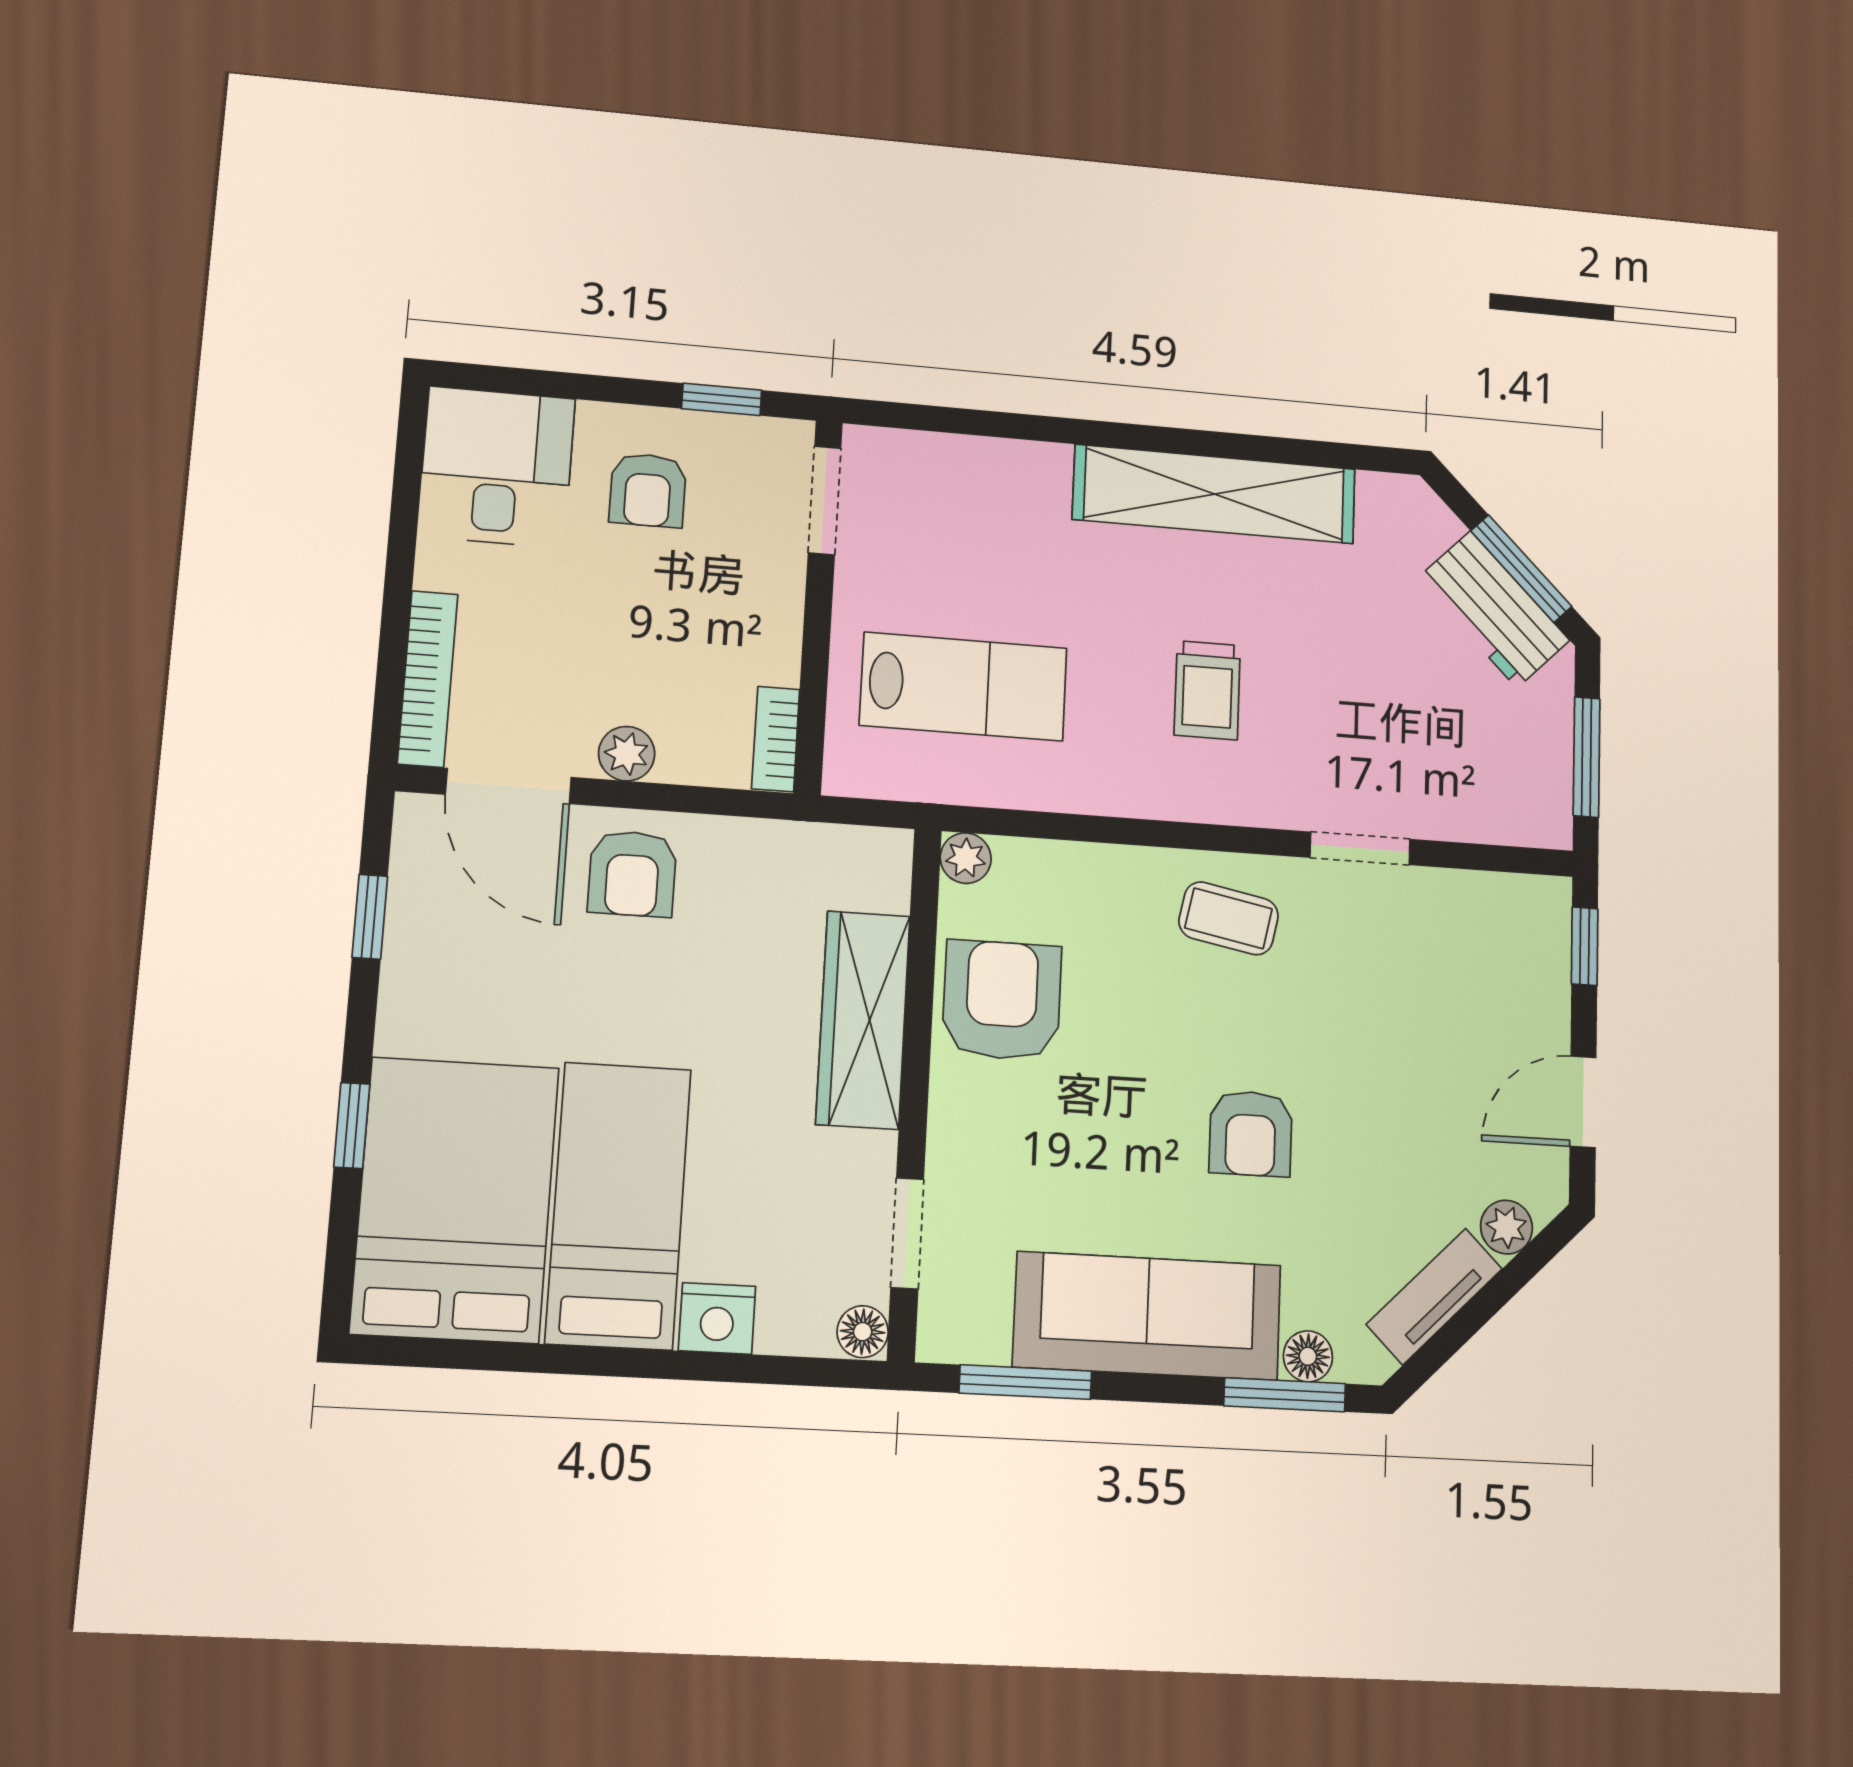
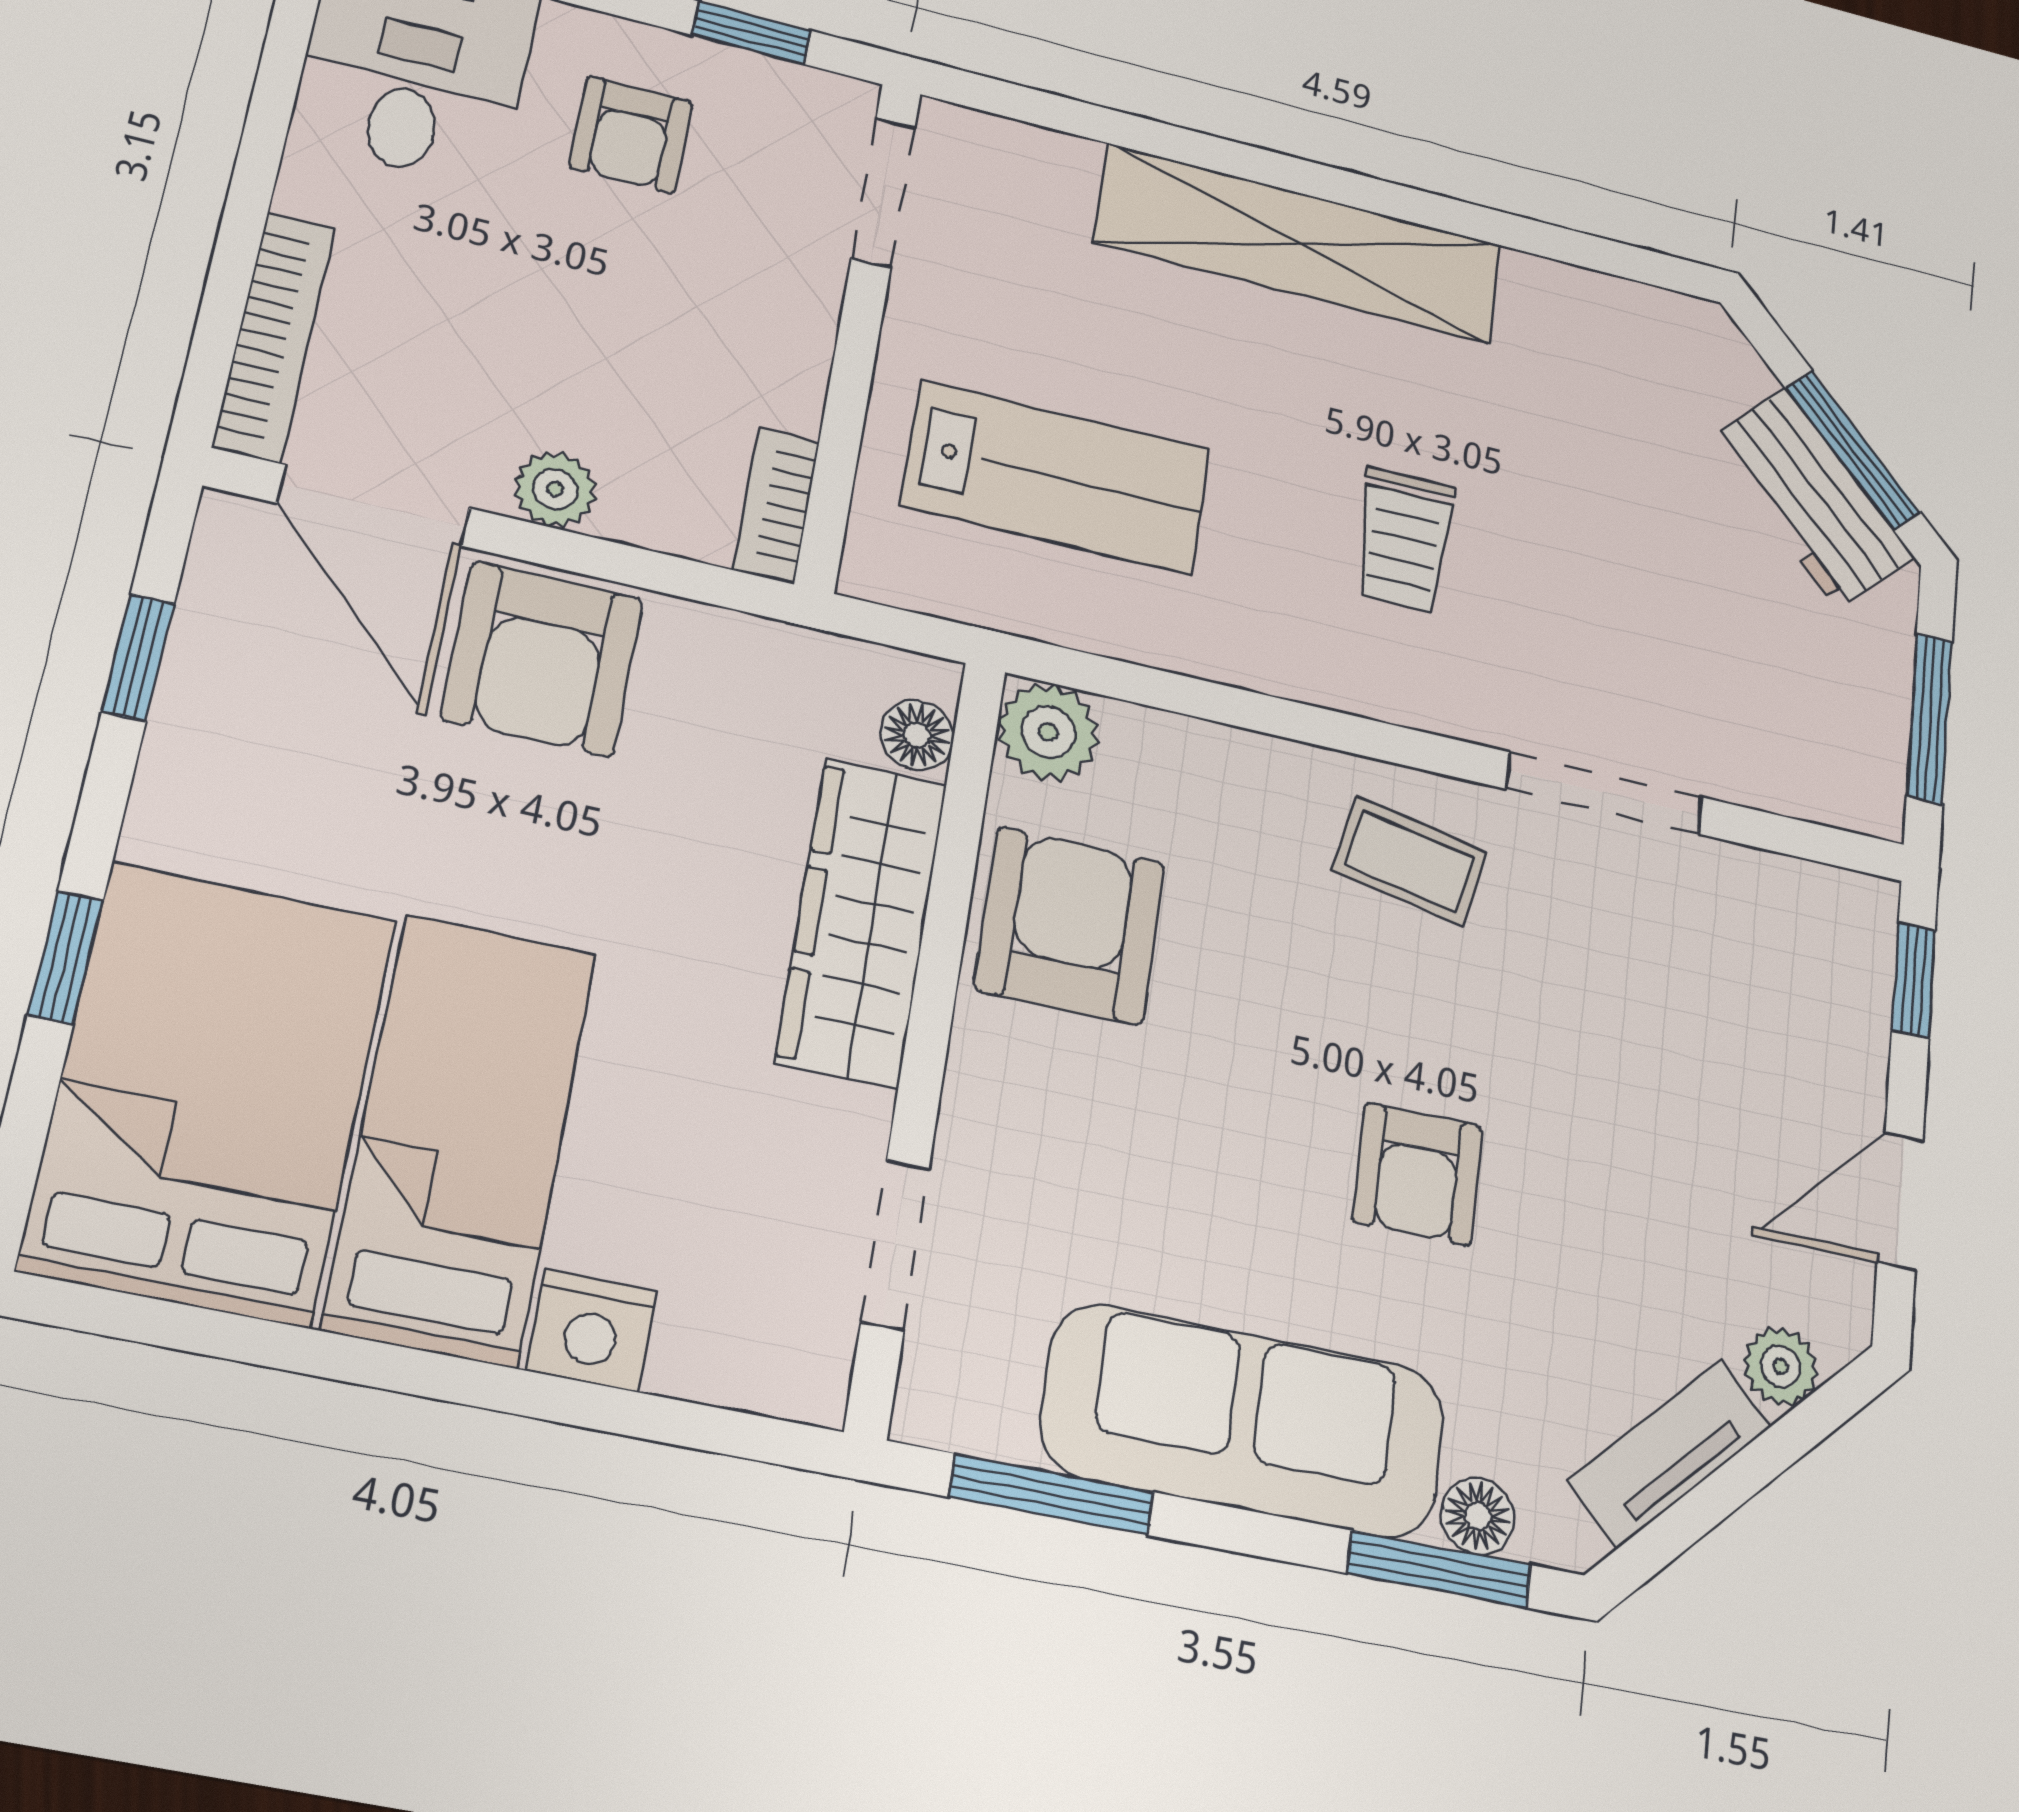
shelving: (1215, 494) -> (1299, 244), moved
doorway: (1360, 848) -> (1604, 793), width x1.38
plant: (966, 858) -> (1048, 732), width x1.38, depth x1.38
armchair: (632, 874) -> (542, 659), width x1.38, depth x1.38
floor lamp: (863, 1332) -> (917, 735), moved

